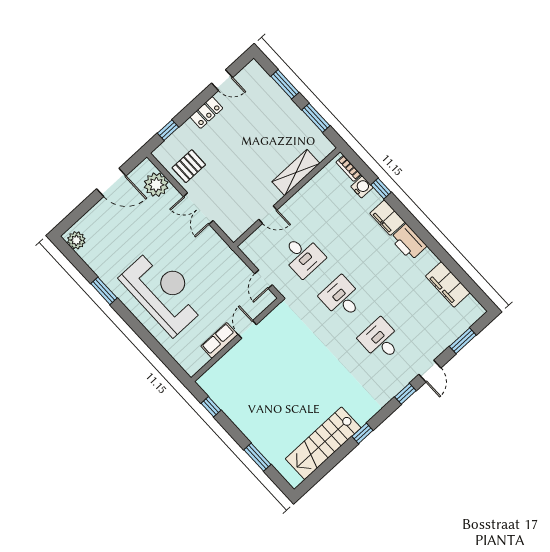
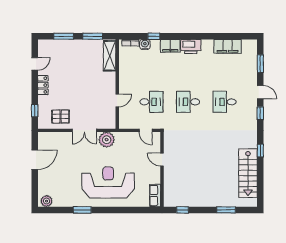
pallet: (189, 166) -> (60, 116), turned 90
shelving: (296, 173) -> (110, 56), moved
plant: (156, 185) -> (107, 140), moved
row of seats: (219, 340) -> (155, 196), moved

